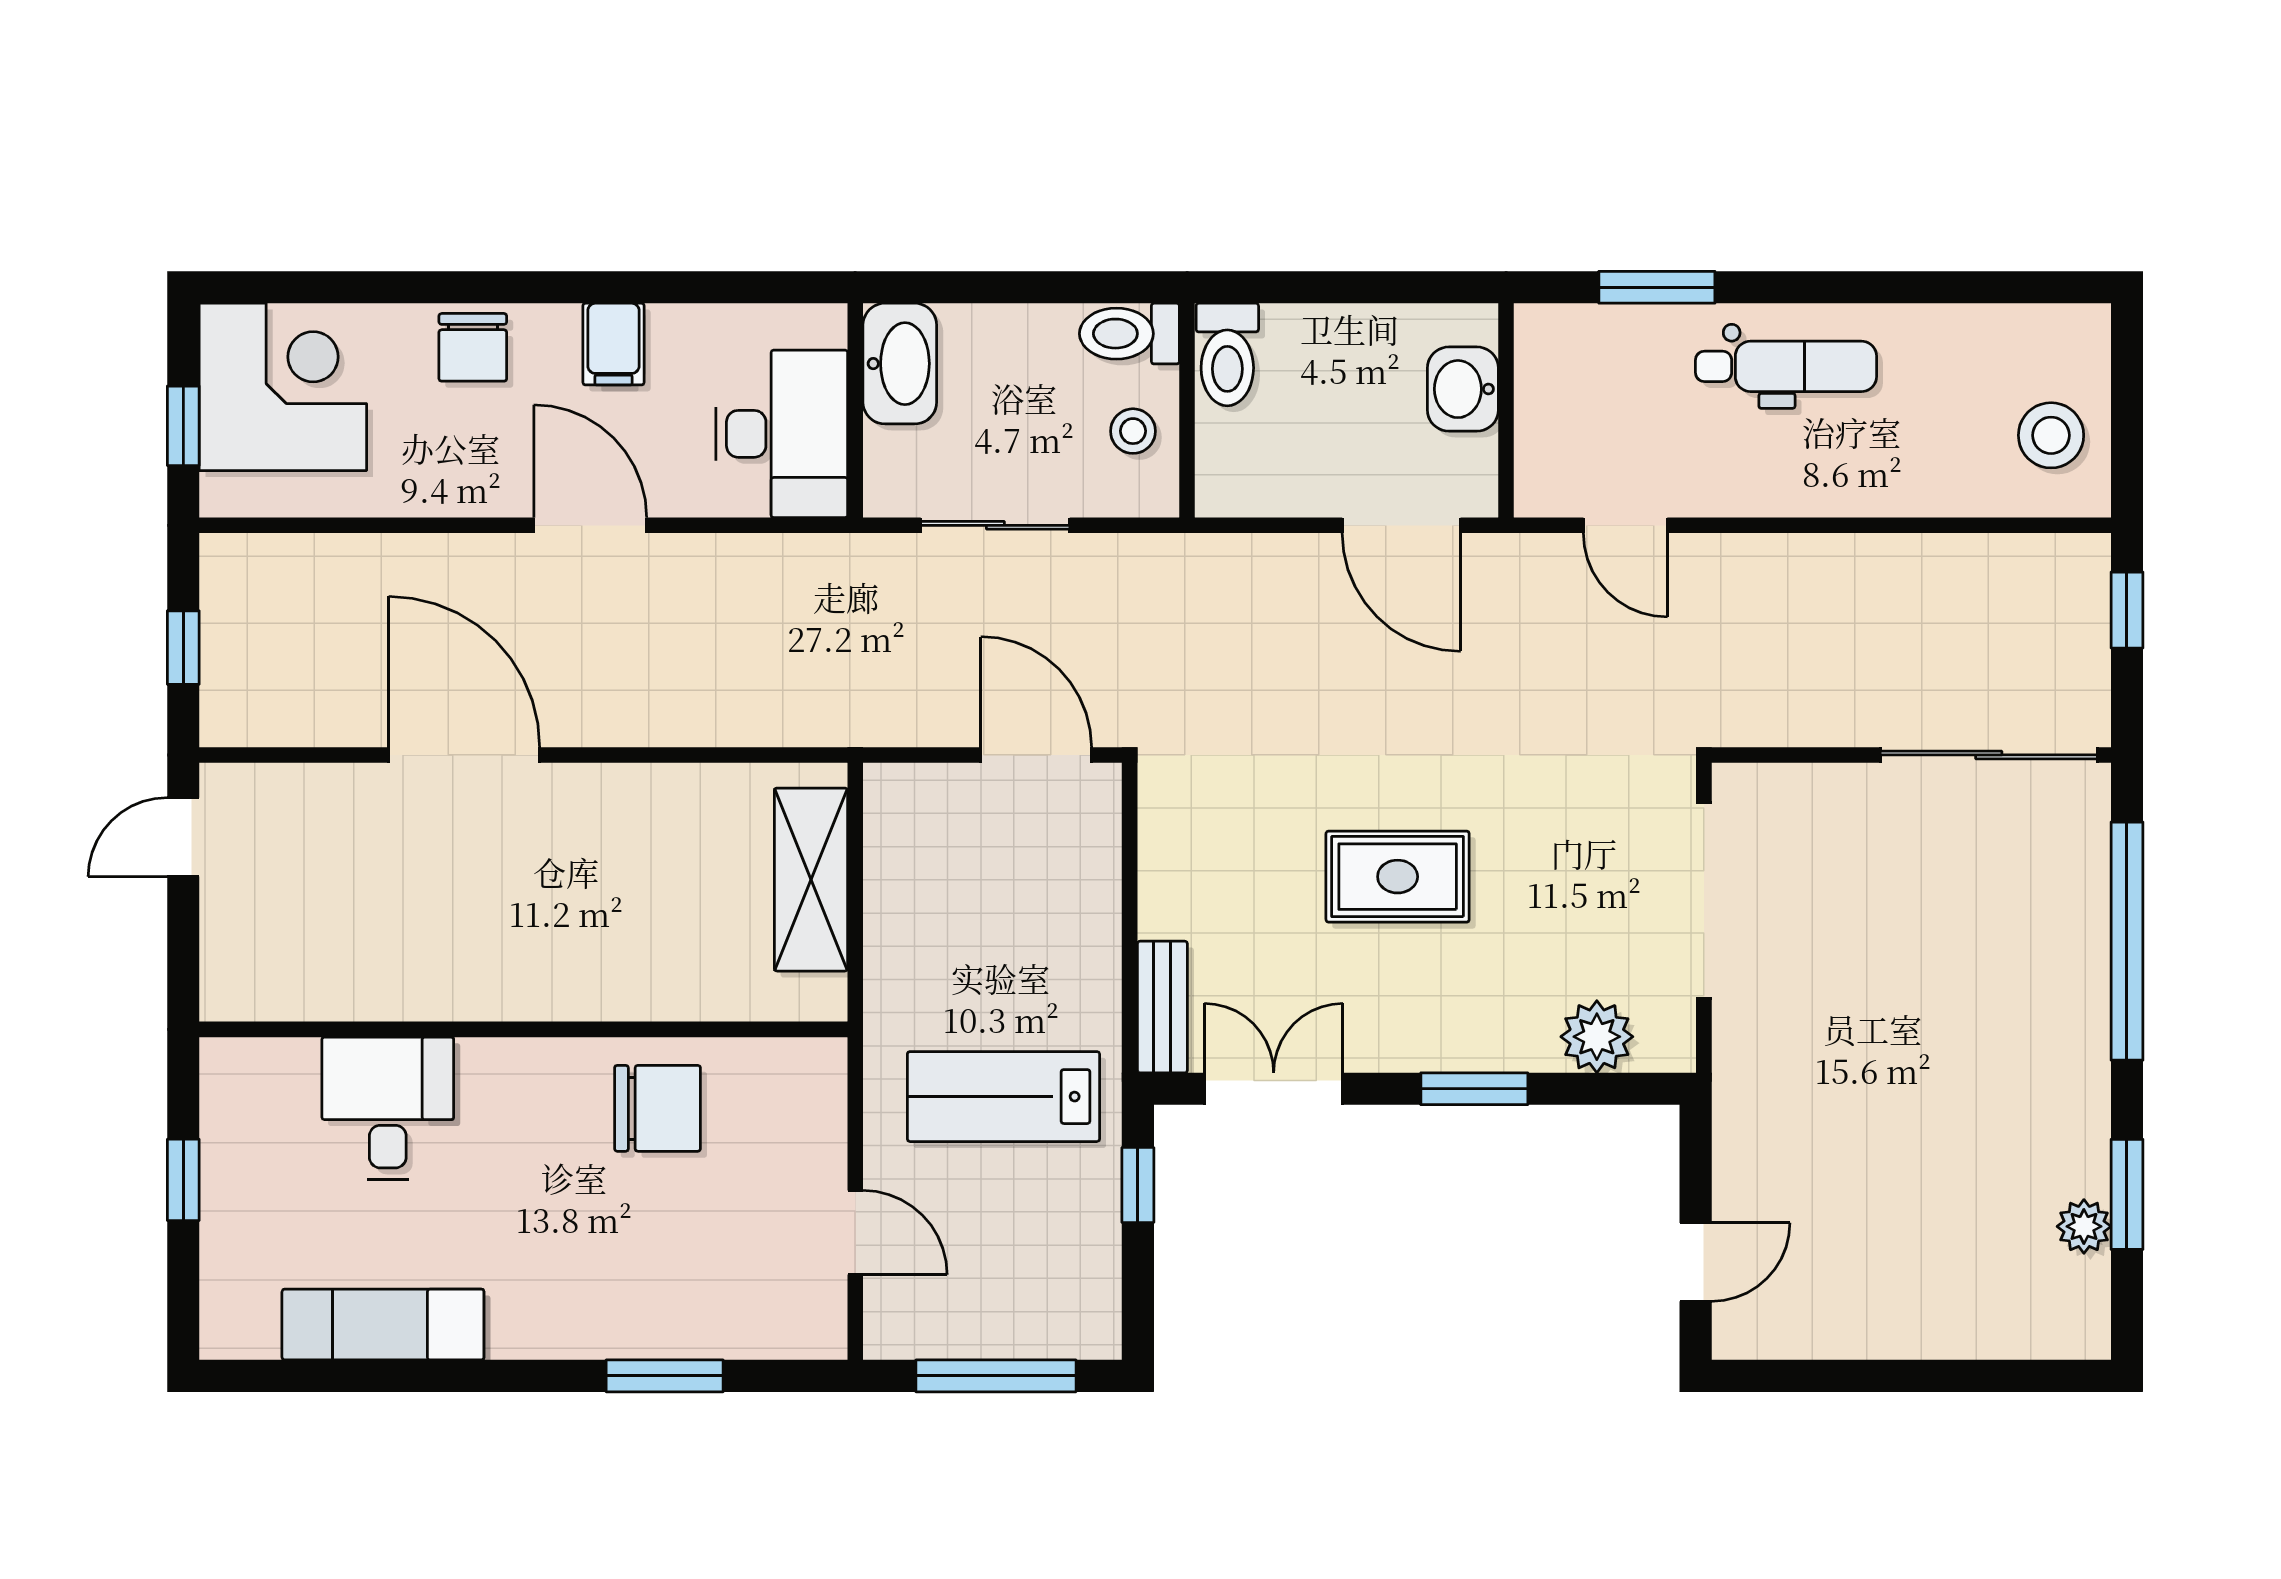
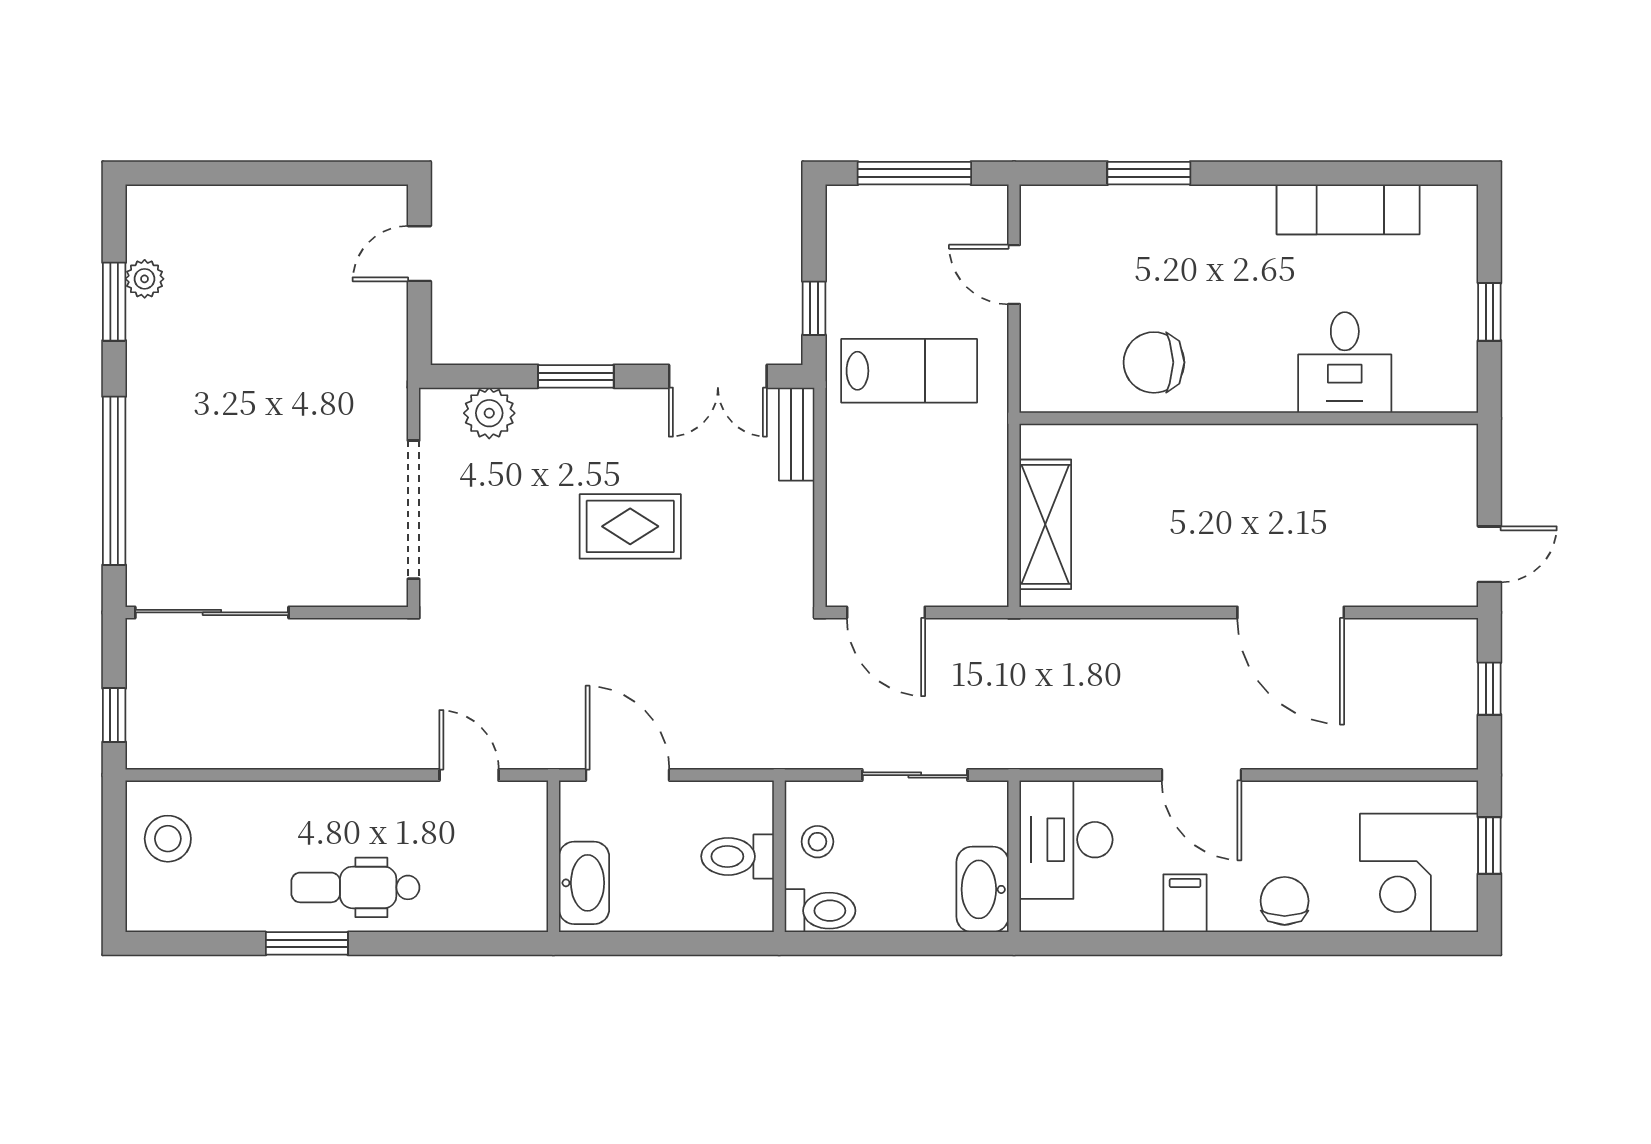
window: (1657, 287) -> (307, 943), moved
toilet: (1227, 355) -> (737, 856), moved, turned -90
washbasin: (1463, 389) -> (584, 883), width x1.38

